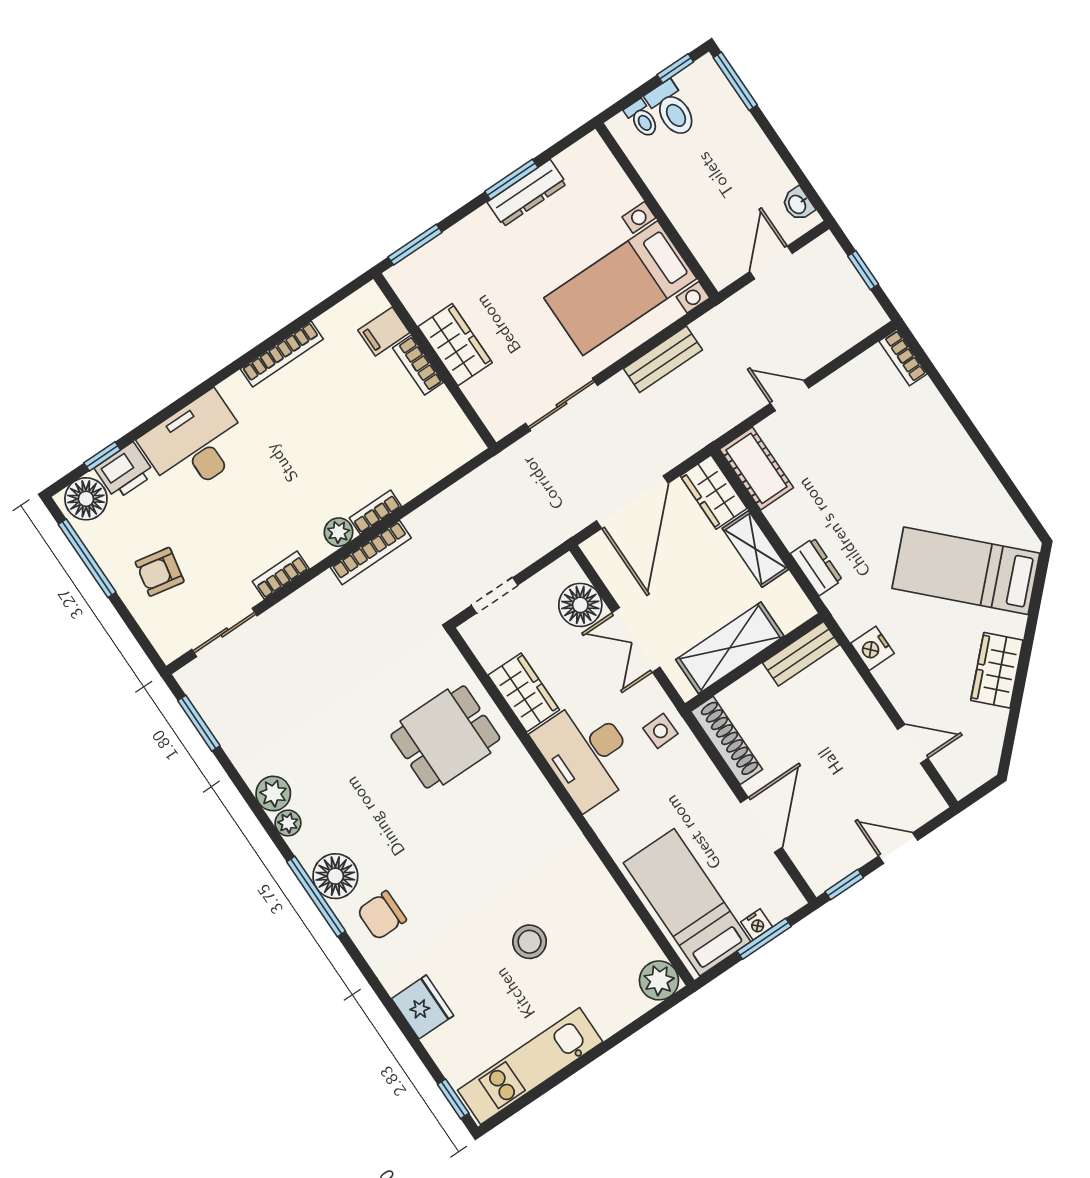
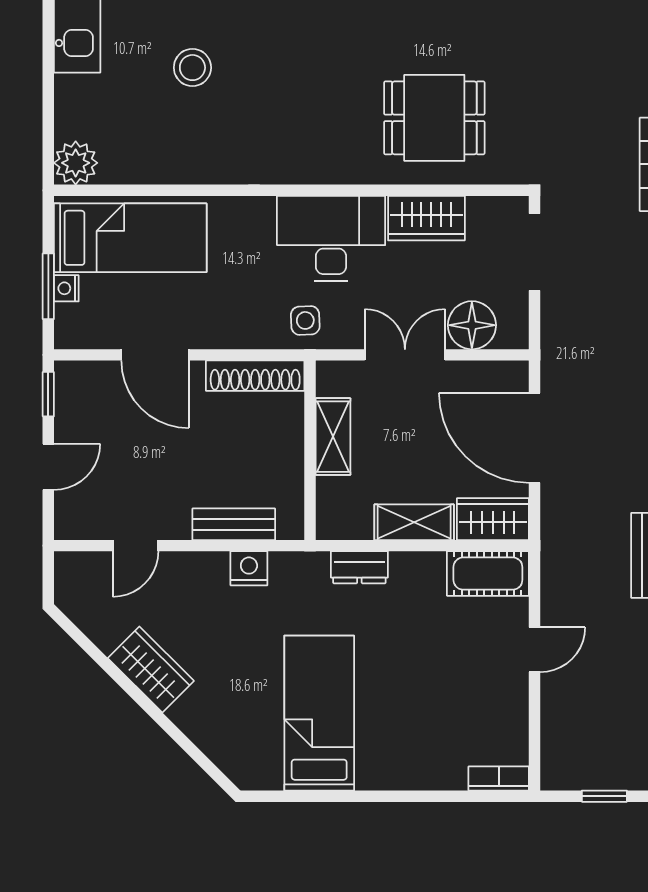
bed: (966, 571) -> (319, 713), moved, turned -45
doorway: (495, 595) -> (535, 252), width x1.38
shelving: (730, 648) -> (333, 437), width x0.67, depth x0.75
bench: (801, 654) -> (234, 524), moved, turned 90
dining table: (445, 737) -> (434, 118), turned 90

